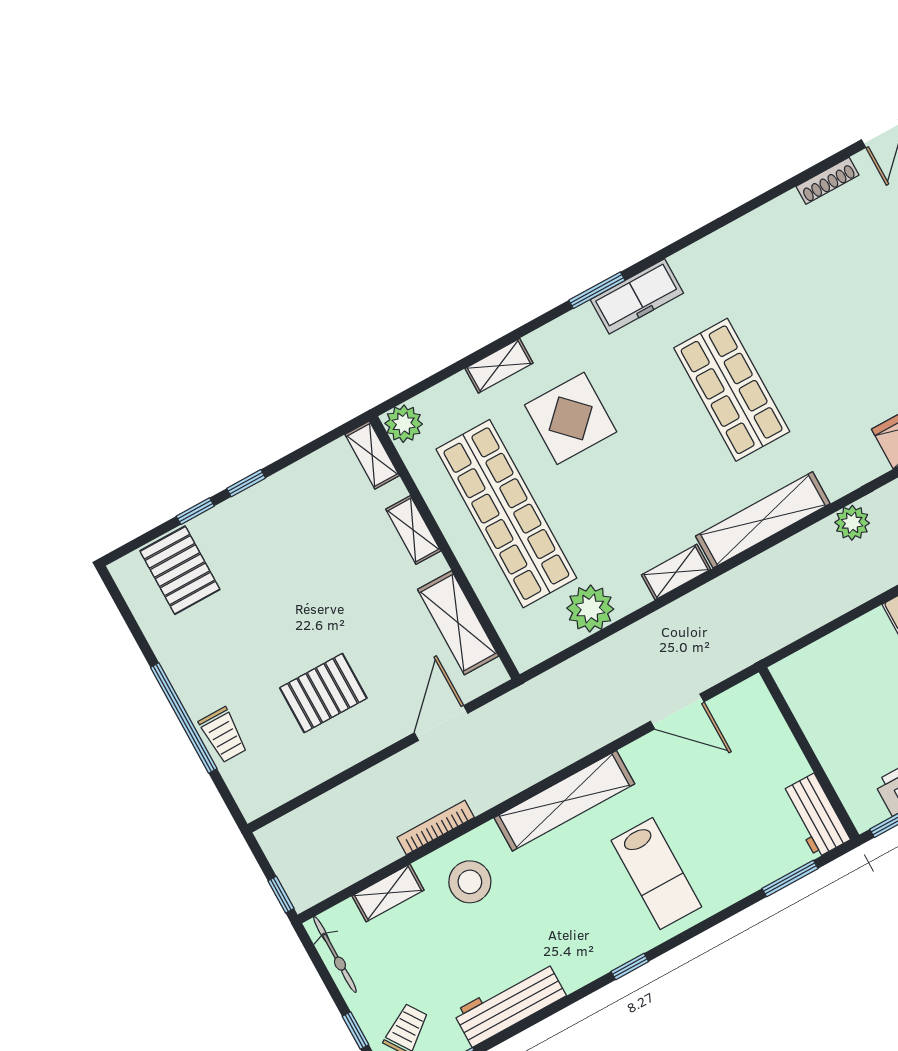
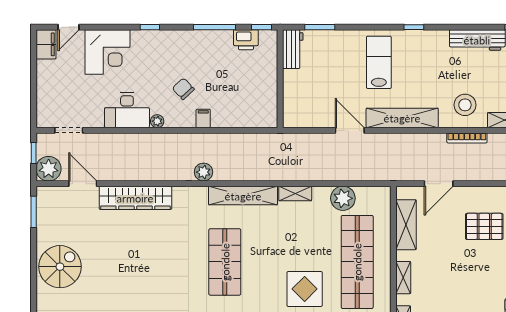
door: (677, 711) -> (350, 130), moved

